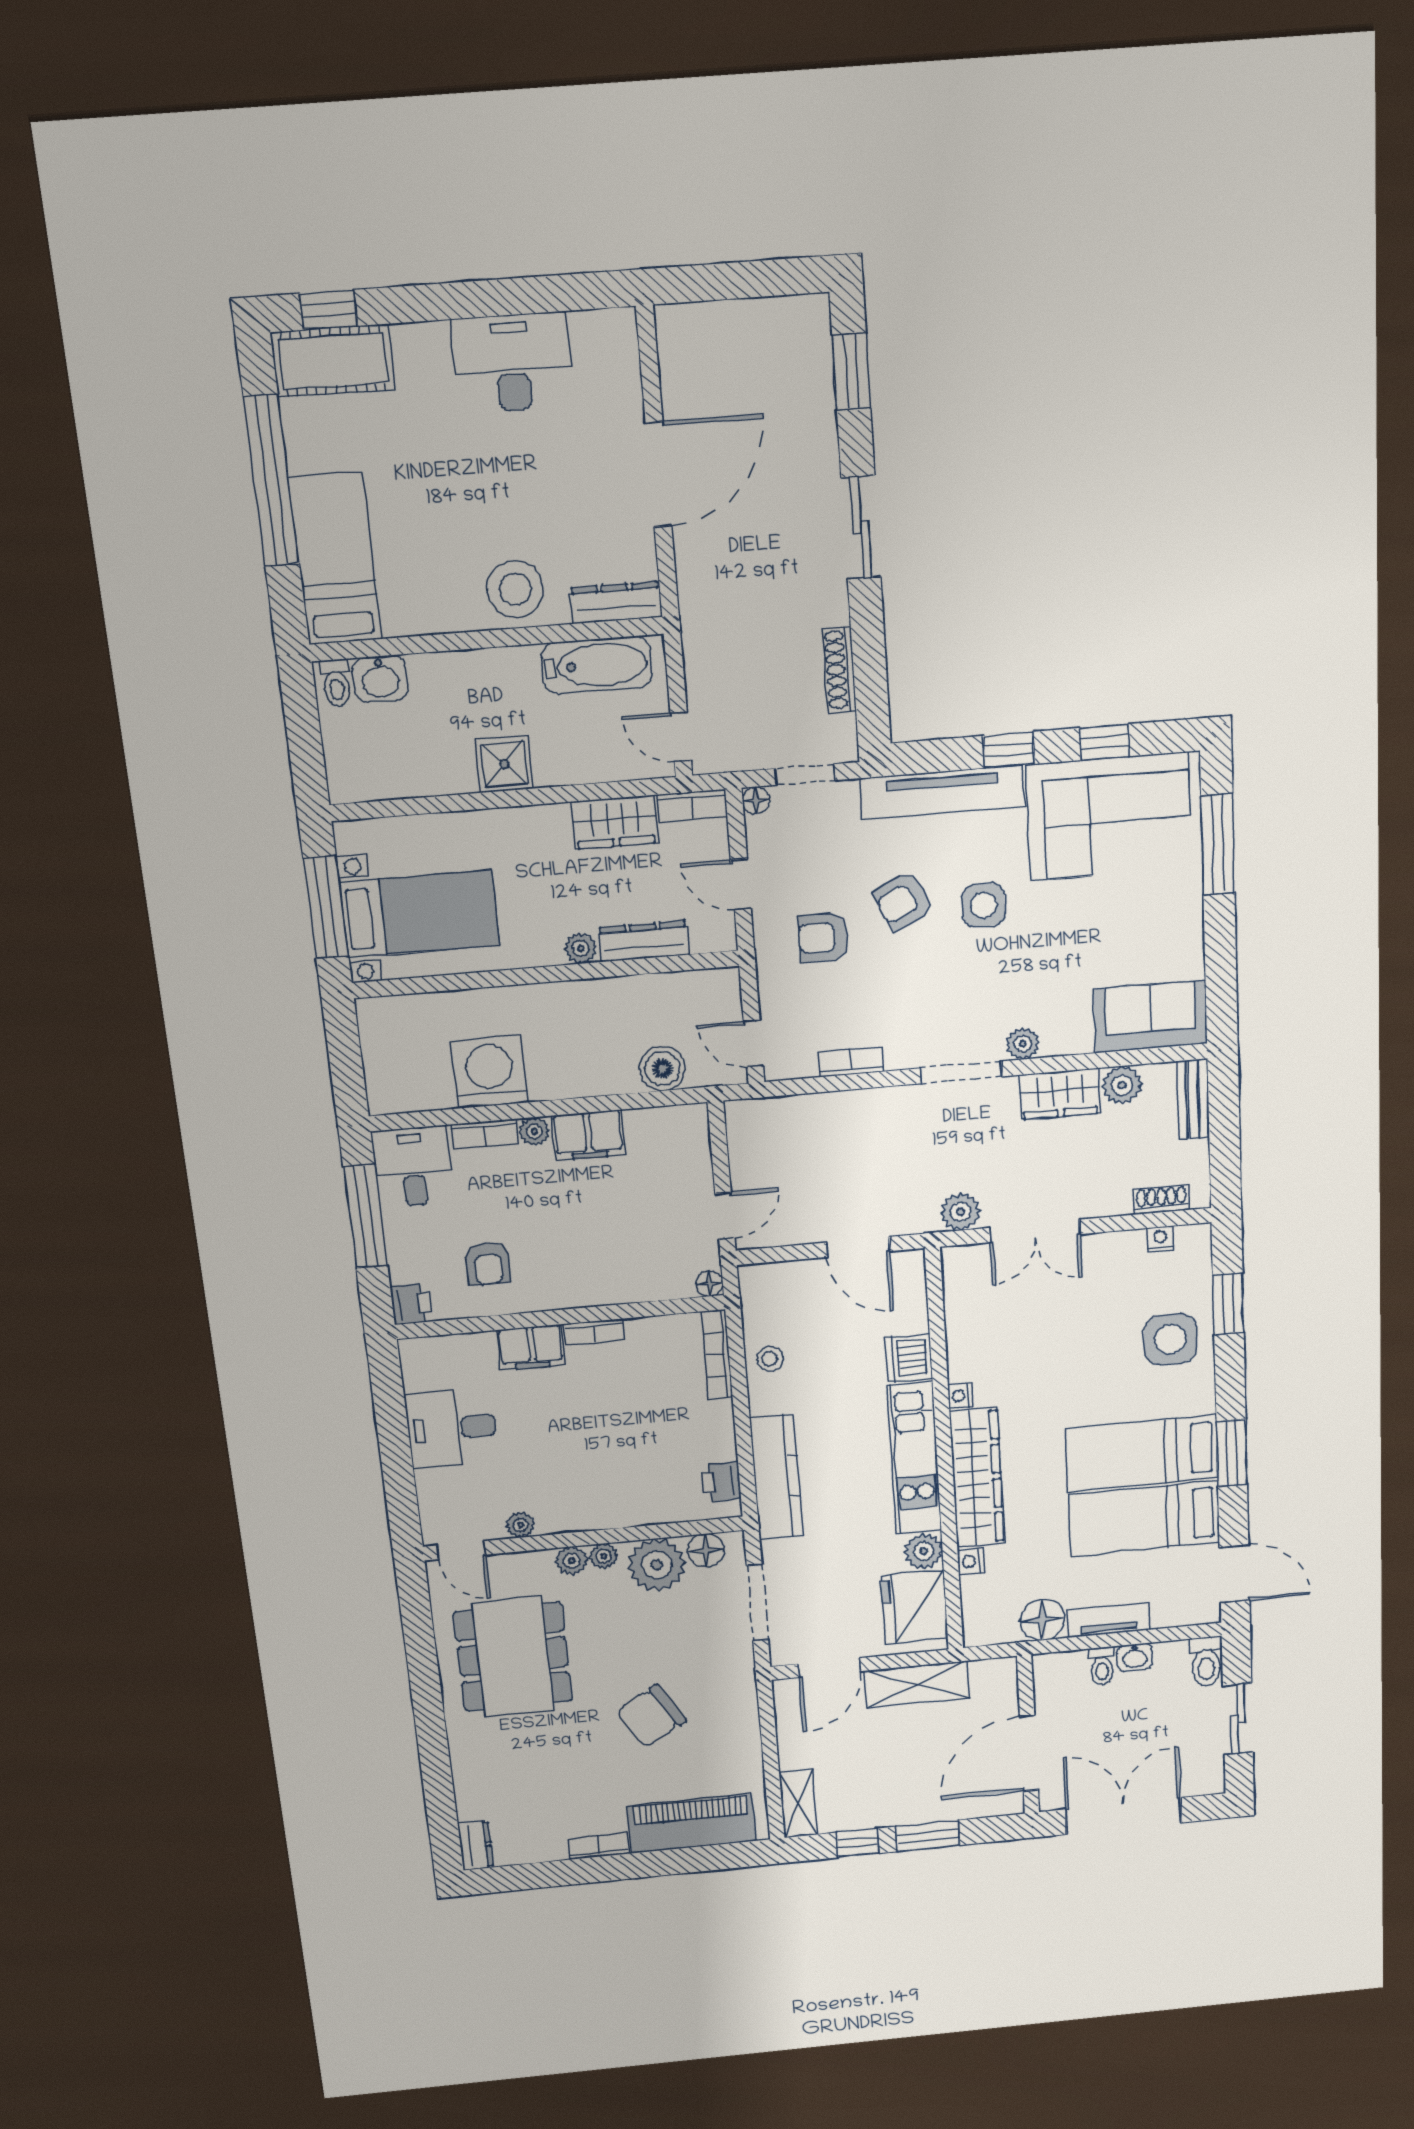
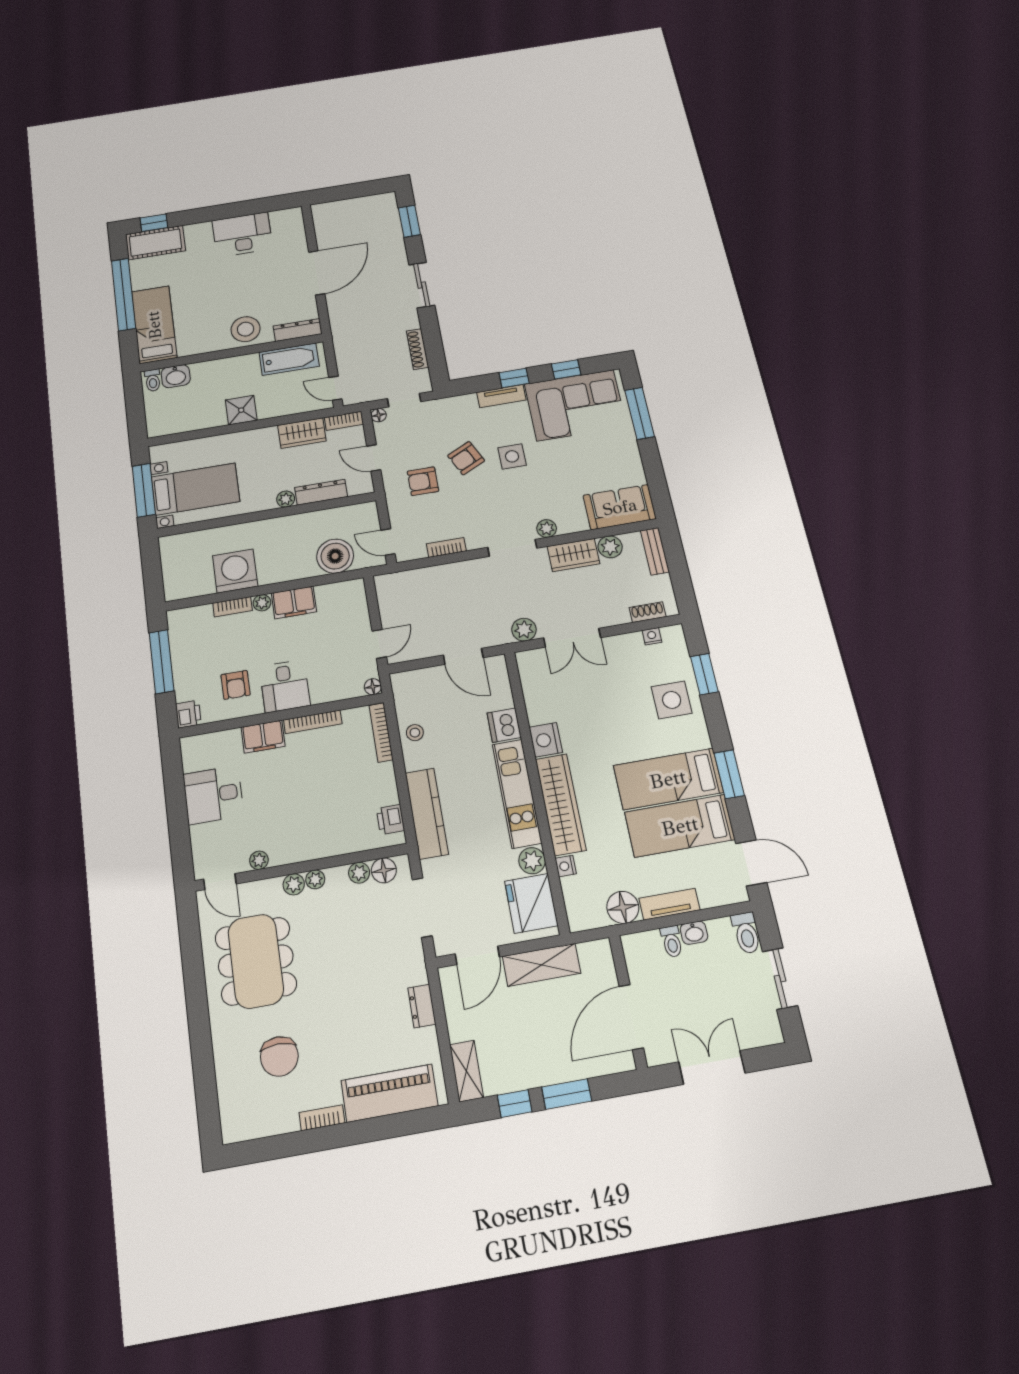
tv unit: (942, 792) -> (501, 396), width x0.52, depth x0.78
boiler: (662, 1069) -> (335, 556), width x1.37, depth x1.37
desk: (413, 1167) -> (285, 686), moved, turned 180
bookcase: (594, 1332) -> (313, 722), width x1.56
nightstand: (960, 1396) -> (546, 740), width x1.89, depth x1.79
plant: (657, 1565) -> (359, 873), width x0.53, depth x0.53
chair: (651, 1716) -> (279, 1056), moved, turned -59
double door: (1124, 1816) -> (712, 1068), width x0.73
dresser: (476, 1845) -> (422, 1006), moved, turned 180

